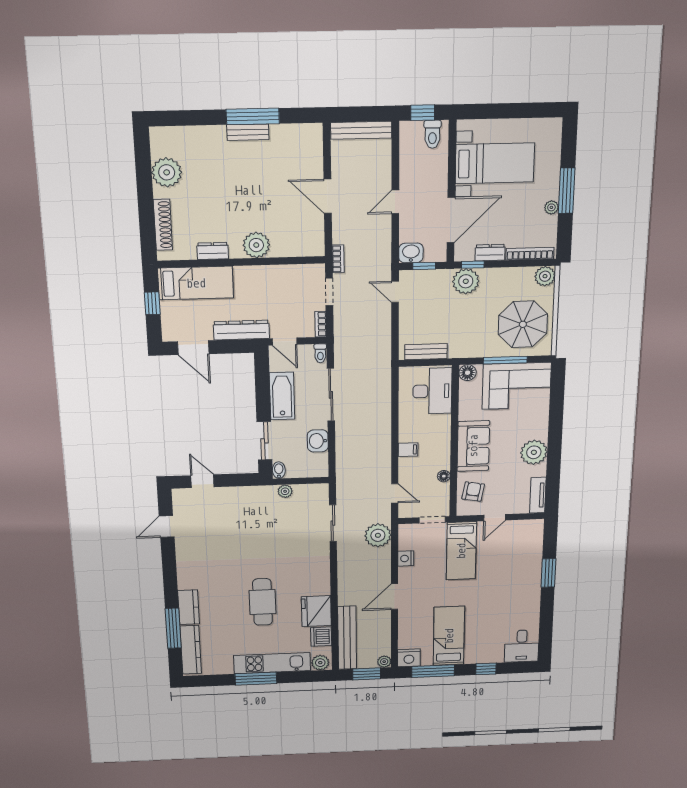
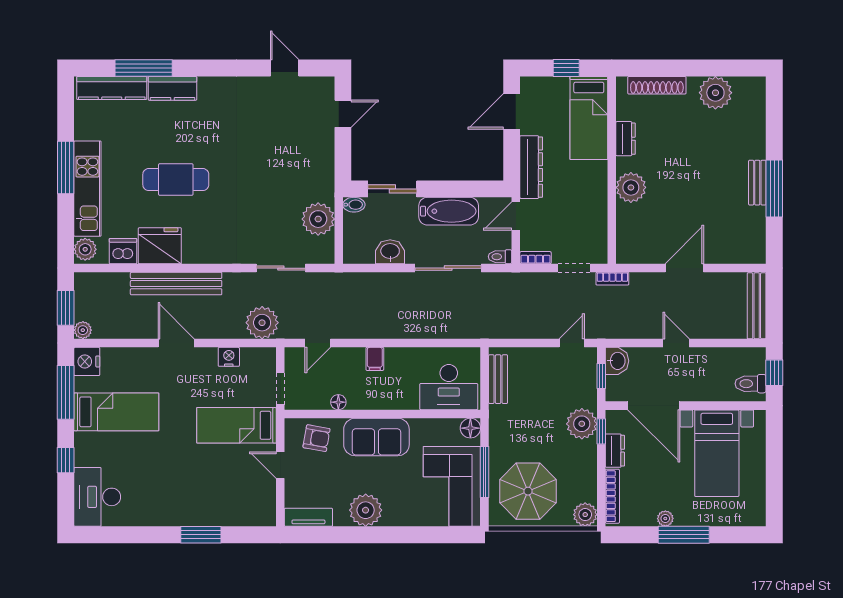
plant: (285, 491) -> (318, 219), width x1.88, depth x1.88
bench: (347, 638) -> (176, 284), moved
desk: (522, 646) -> (97, 497), width x1.37

